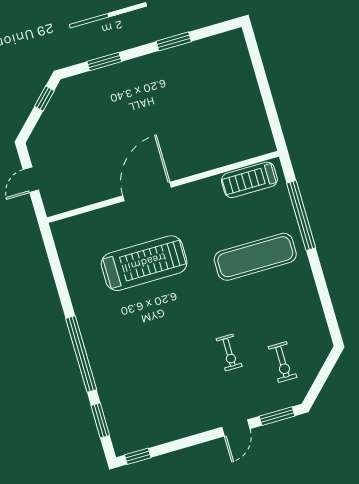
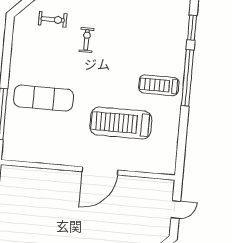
treadmill: (249, 180) -> (159, 85), moved, turned 180
exercise bike: (282, 362) -> (53, 19), turned 90

